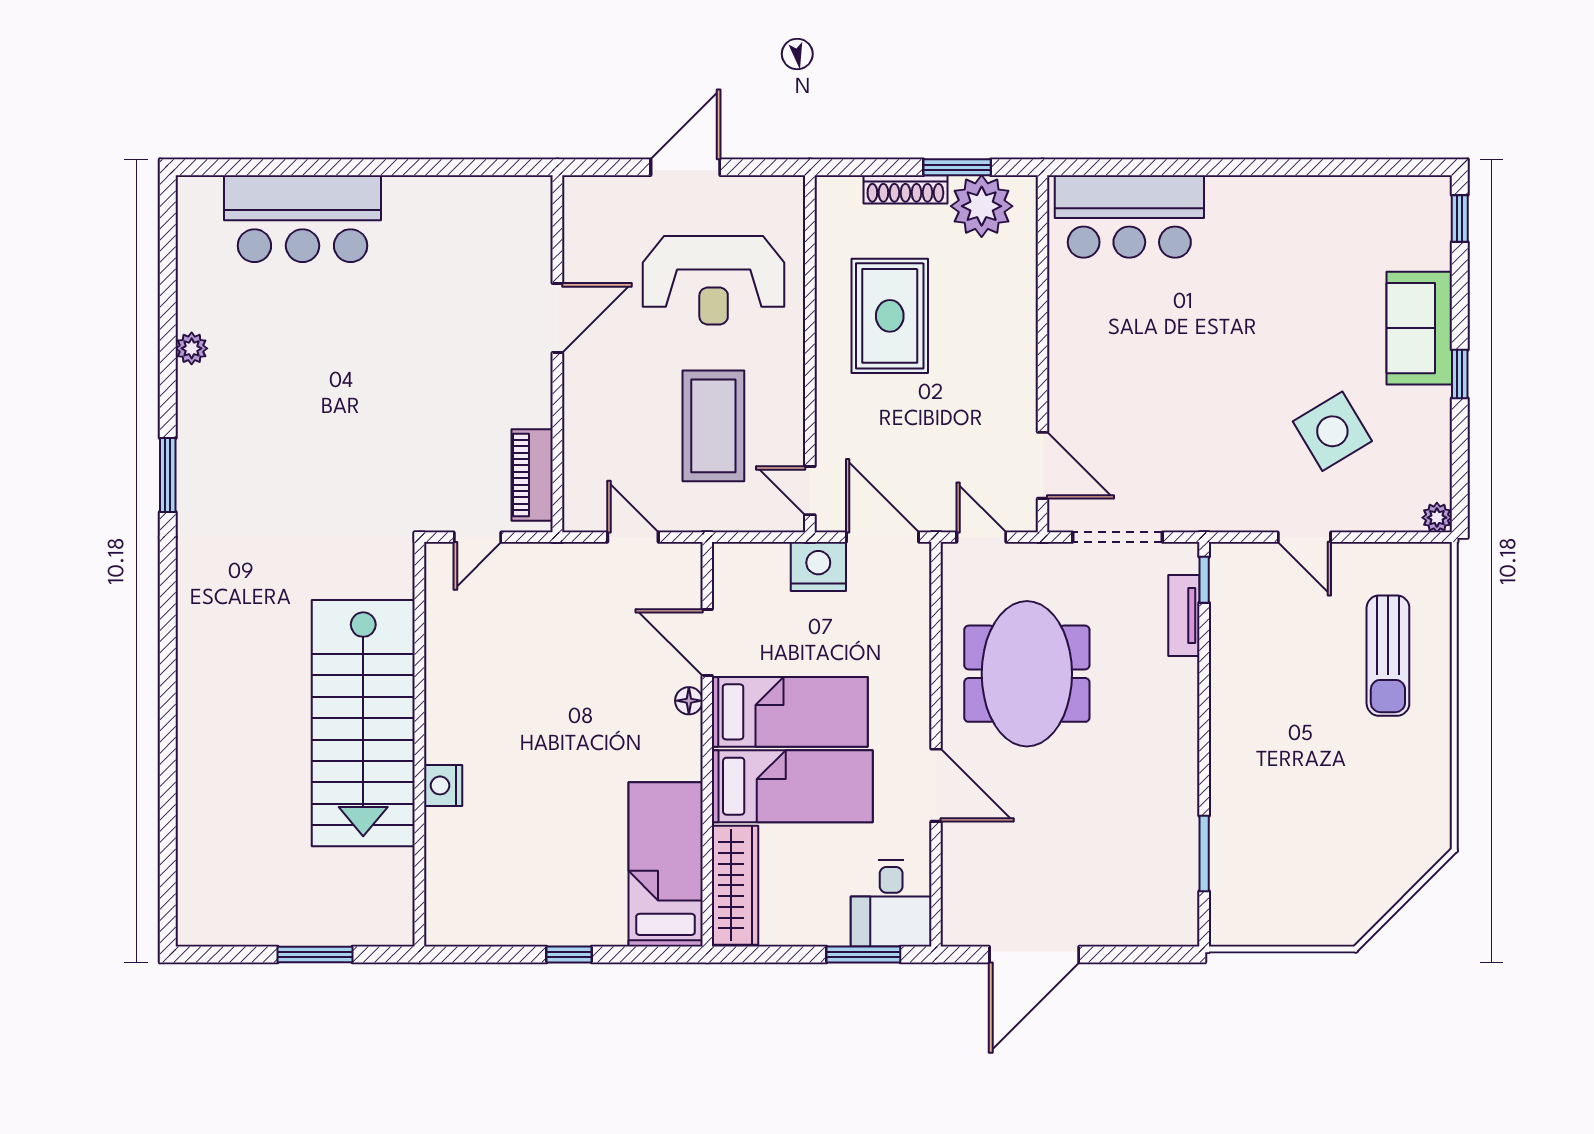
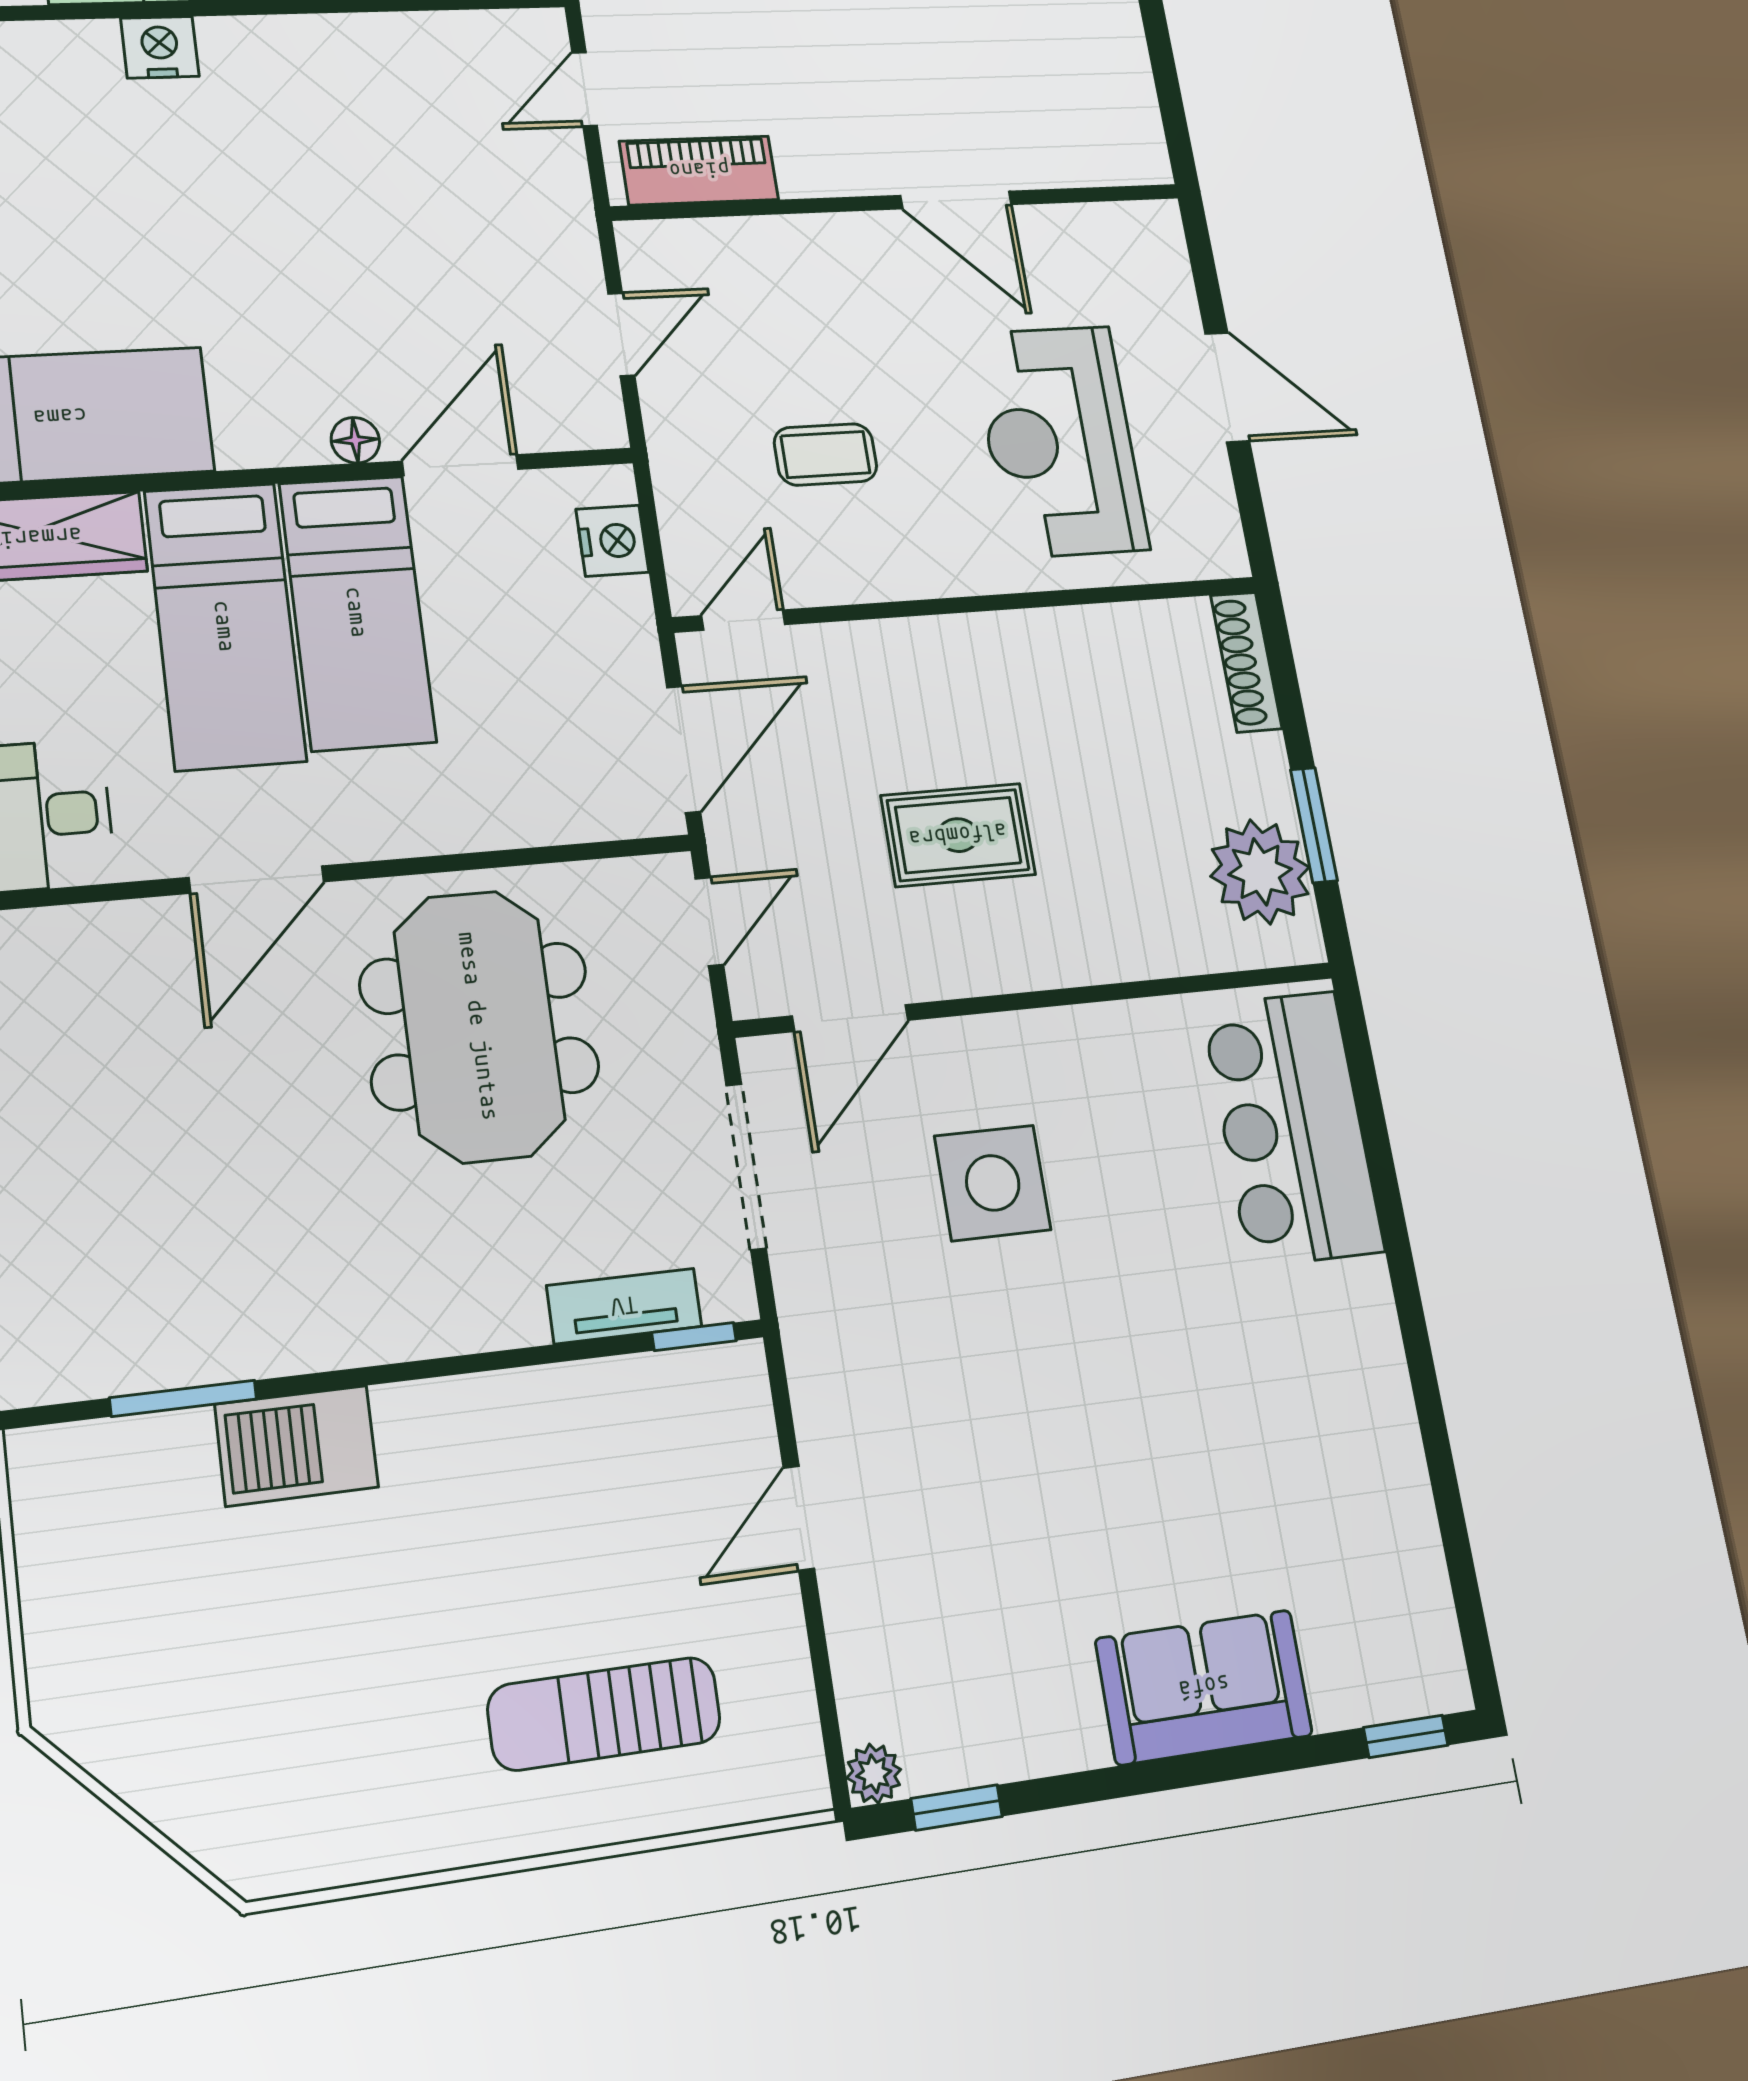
shoe rack: (905, 189) -> (1246, 662), moved
rug: (890, 316) -> (958, 835), moved, width x0.73, depth x0.70
window: (1460, 374) -> (957, 1807), moved
coffee table: (713, 426) -> (825, 454), width x0.54, depth x0.58
side table: (1332, 431) -> (993, 1183), moved, turned 31
door: (478, 537) -> (585, 89), hinge flipped
nightstand: (818, 567) -> (612, 541), moved, width x0.74, depth x0.75
meeting table: (1027, 674) -> (479, 1026), turned 90
barbecue: (1235, 798) -> (297, 1446), added

